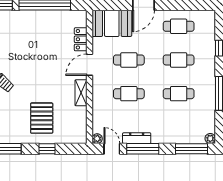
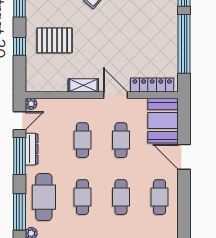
locker: (81, 39) -> (152, 85), width x1.53
cafe table: (179, 127) -> (44, 197), added

